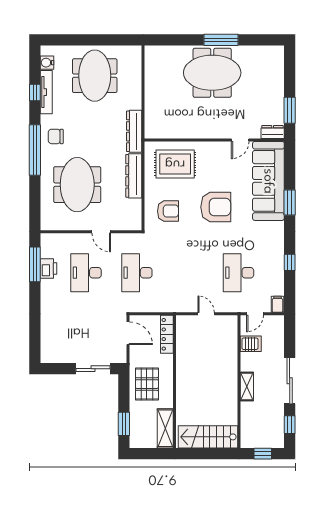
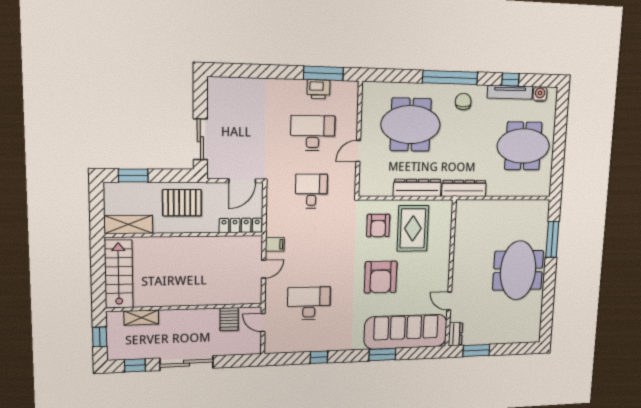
window: (221, 40) -> (552, 239), moved
rug: (175, 164) -> (413, 228), moved
desk: (137, 273) -> (311, 191), width x0.73
filing cabinet: (277, 304) -> (275, 244), moved
shelving: (247, 386) -> (141, 318), moved

